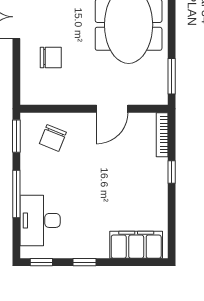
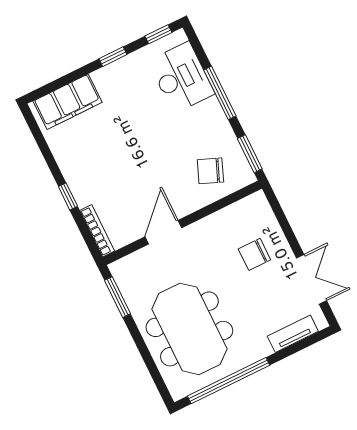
chair: (53, 138) -> (210, 171), turned -90

